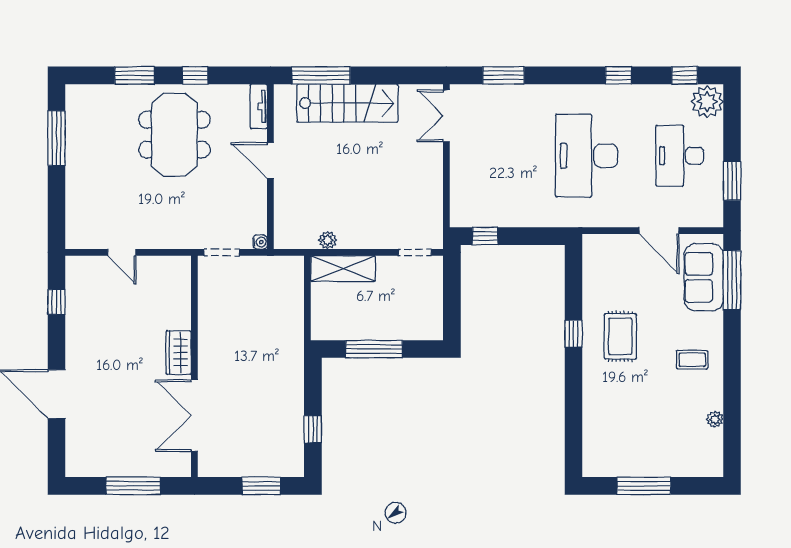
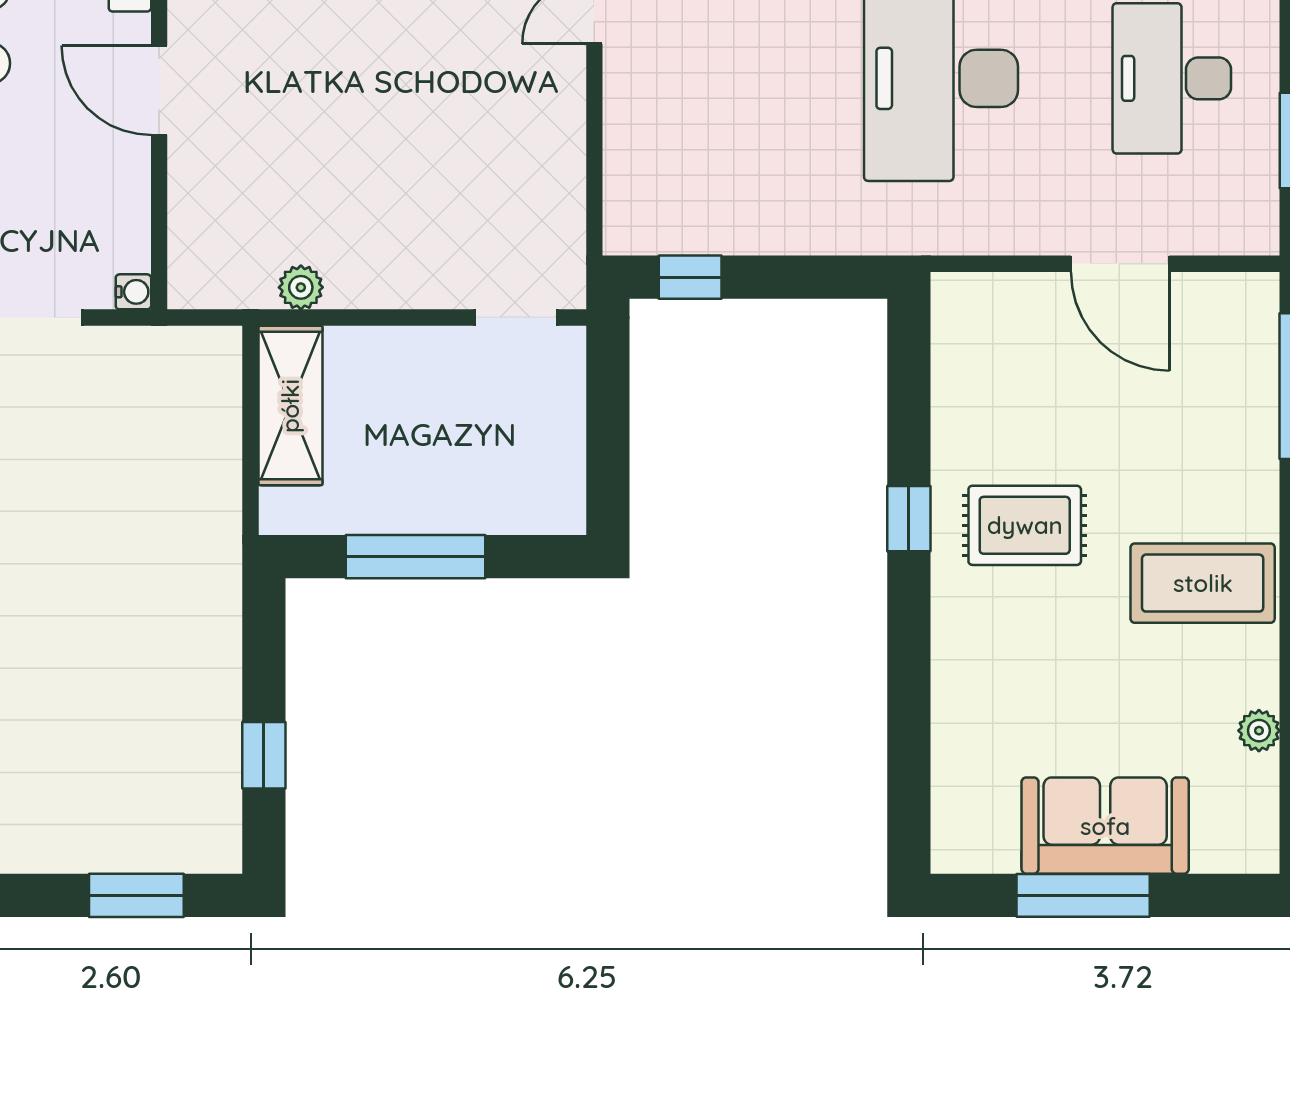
shelving: (343, 269) -> (290, 406), moved, turned 90
sofa: (704, 277) -> (1105, 826), moved, turned 90
rug: (620, 336) -> (1025, 525), turned 90
coffee table: (692, 360) -> (1203, 583), width x1.86, depth x1.72

